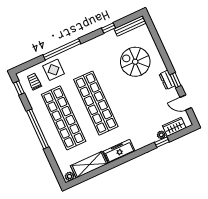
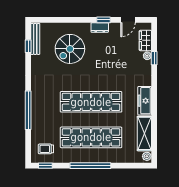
window: (108, 28) -> (28, 46), moved
display table: (54, 70) -> (43, 126), removed

